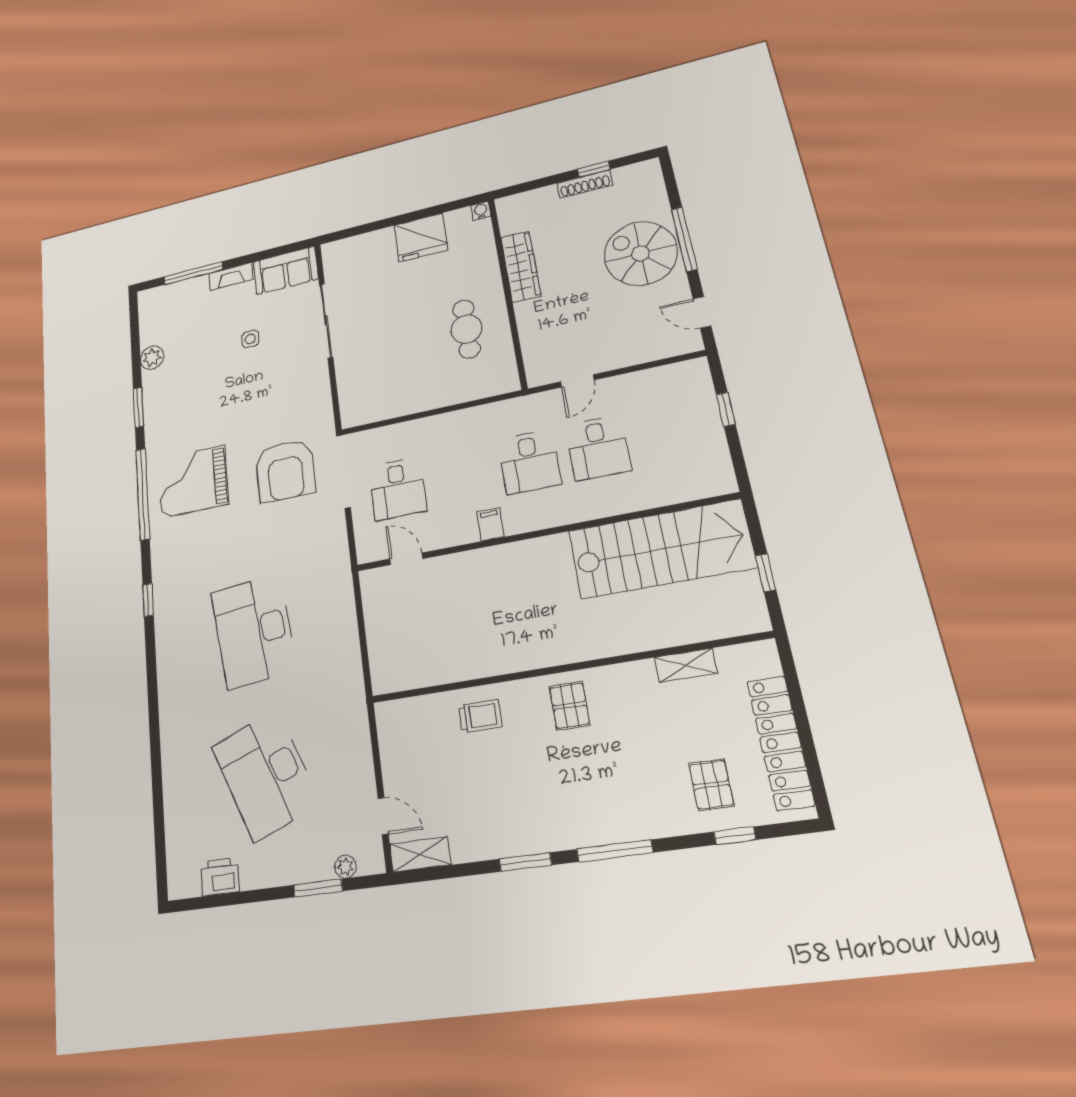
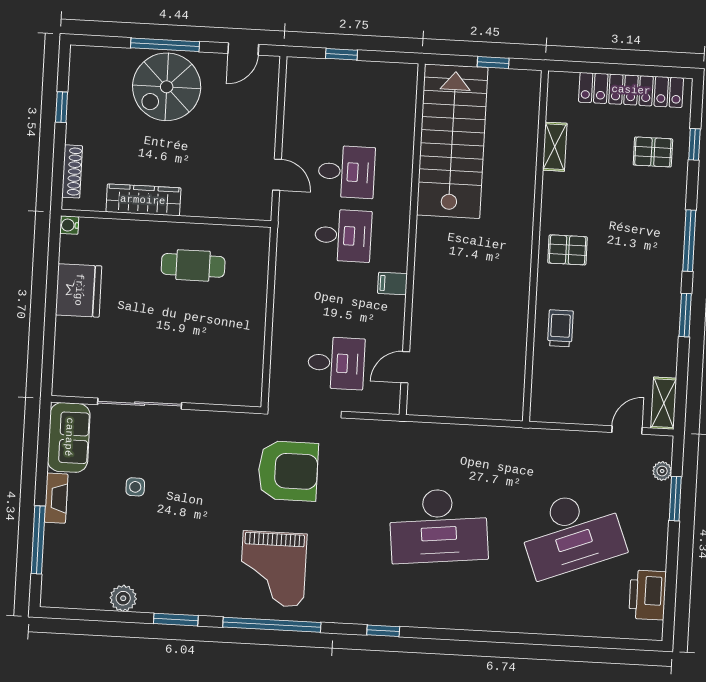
shoe rack: (585, 184) -> (72, 171), moved
printer: (220, 877) -> (647, 595), width x1.37, depth x1.19

